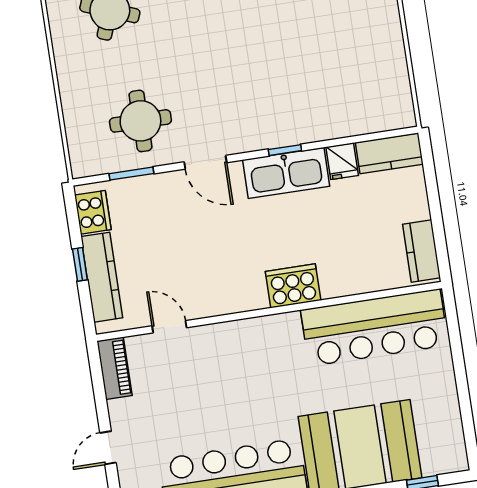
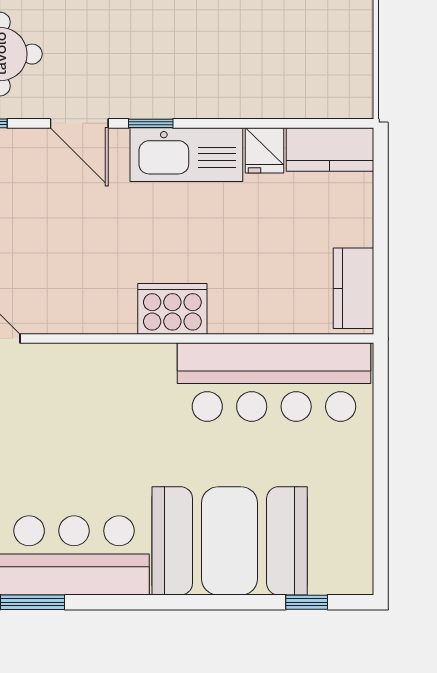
window: (285, 150) -> (151, 123), moved

